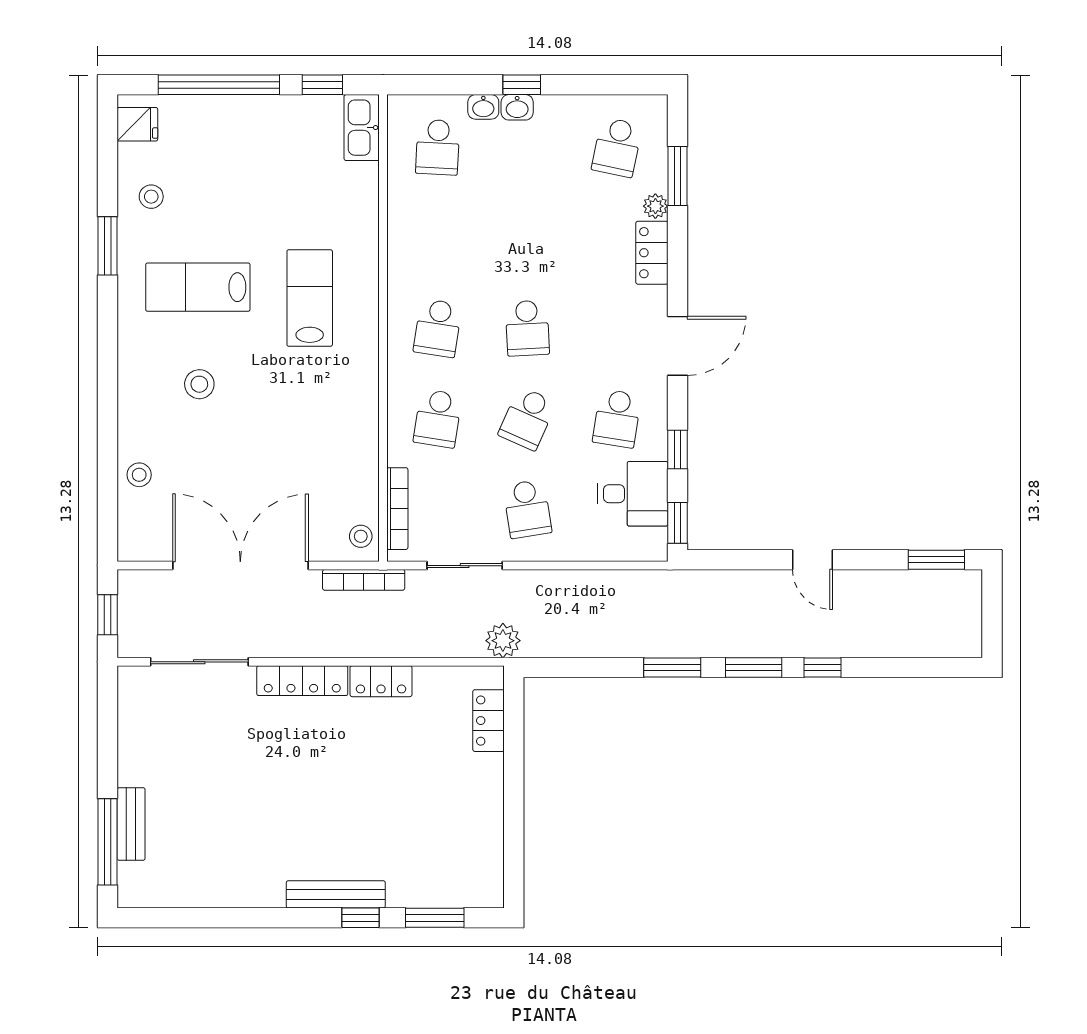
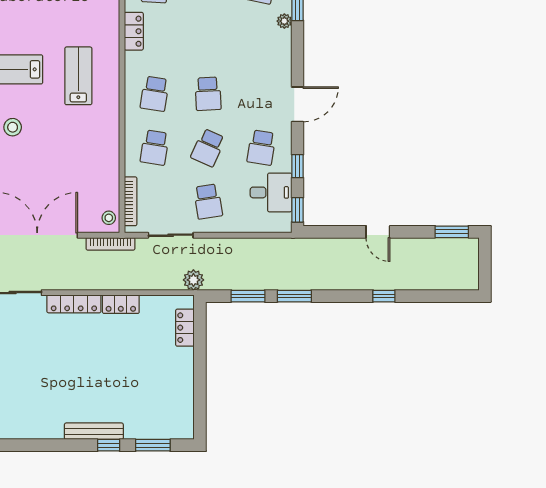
locker: (652, 253) -> (134, 31), moved, turned 180
window: (754, 668) -> (248, 296), moved

